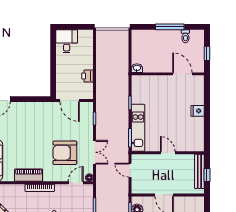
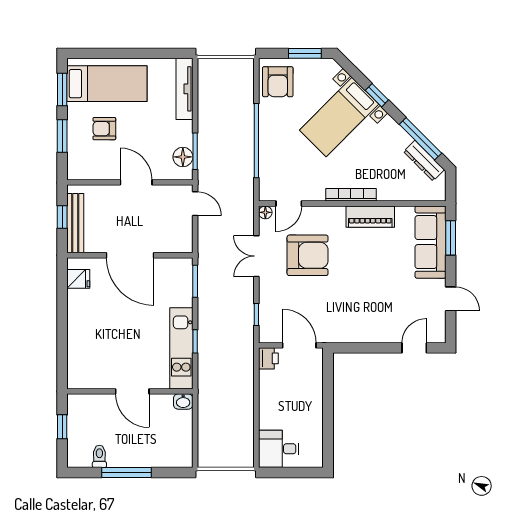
desk: (67, 41) -> (279, 449), moved, turned 90
door: (182, 74) -> (132, 391), moved
printer: (88, 76) -> (268, 358), moved
fridge: (198, 111) -> (78, 279), moved
kitchen unit: (138, 128) -> (181, 348), moved
door: (168, 153) -> (130, 255), width x1.87
door: (130, 170) -> (195, 204), moved

